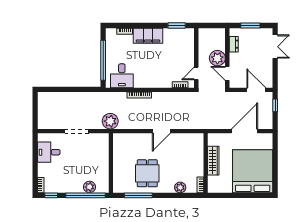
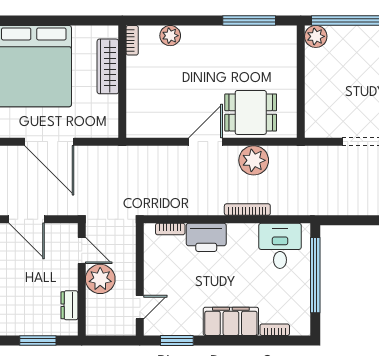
door: (196, 73) -> (140, 307), moved
printer: (161, 80) -> (206, 237), added
plant: (110, 121) -> (254, 160), moved
door: (244, 131) -> (49, 142), hinge flipped
wardrobe: (213, 161) -> (108, 66), moved
dining table: (147, 173) -> (251, 112), moved, turned 90
plant: (89, 187) -> (316, 36), moved

